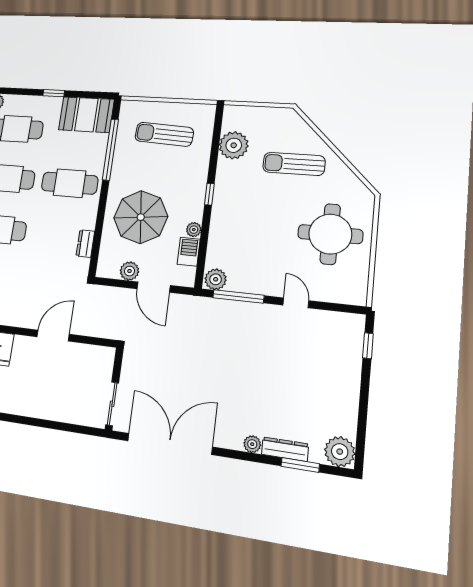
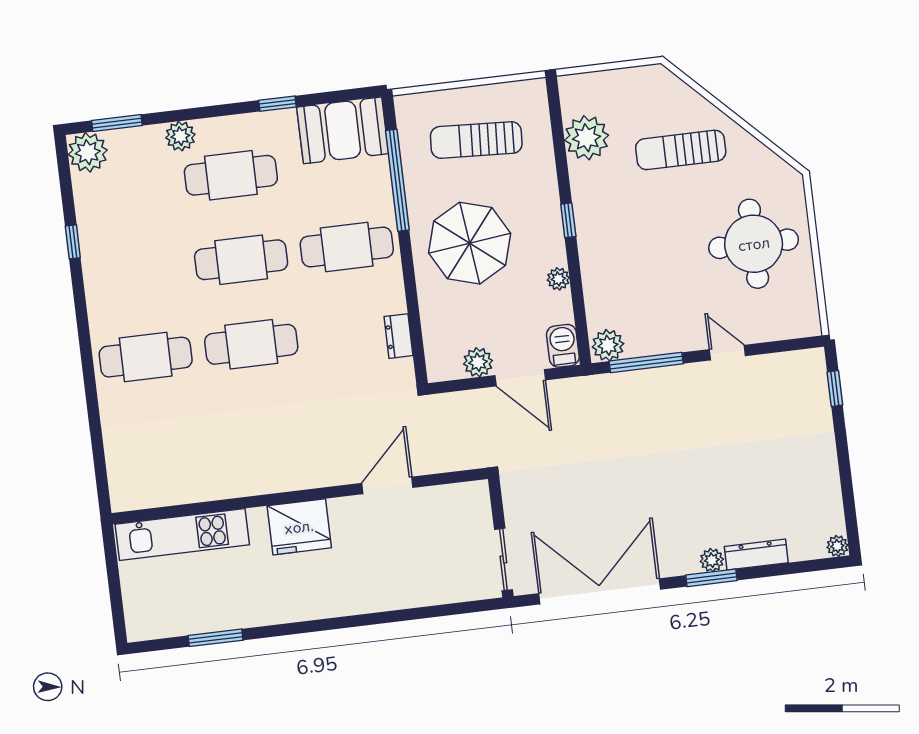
parasol: (141, 217) -> (470, 243), moved
barbecue: (189, 252) -> (563, 346), moved
plant: (340, 452) -> (837, 546), width x0.53, depth x0.53
window: (300, 465) -> (711, 578), moved

